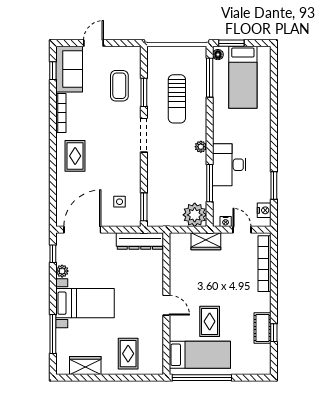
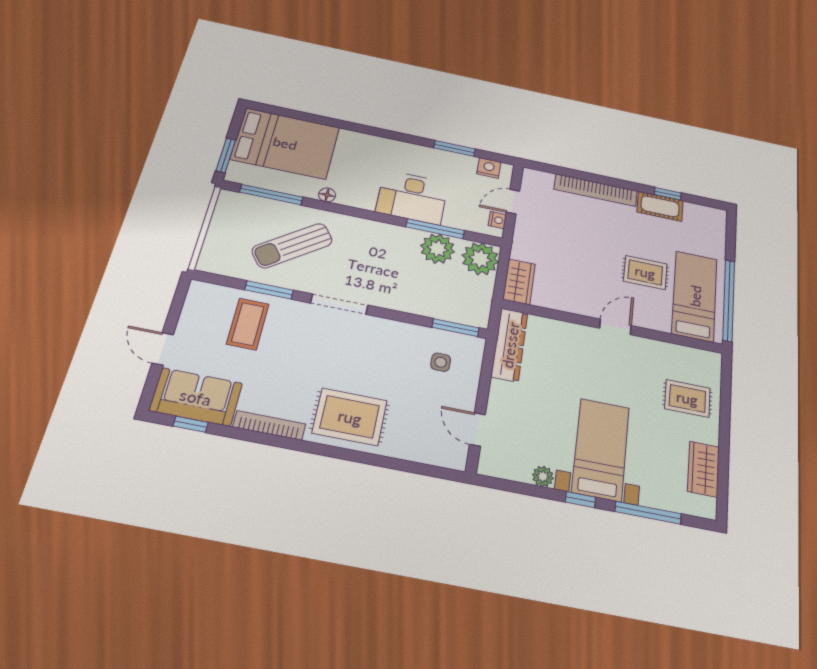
floor lamp: (218, 55) -> (327, 195), moved
bed: (243, 77) -> (285, 143), width x1.50
coffee table: (119, 86) -> (248, 324), turned 90
sun lounger: (177, 99) -> (292, 246), turned 144
plant: (201, 147) -> (438, 249), moved, width x1.88, depth x1.88
rug: (75, 156) -> (350, 417), width x1.36, depth x1.43
door: (82, 230) -> (478, 429), width x0.53
wardrobe: (206, 241) -> (519, 282), moved
window: (53, 254) -> (580, 500), moved
bookcase: (265, 264) -> (596, 190), moved

